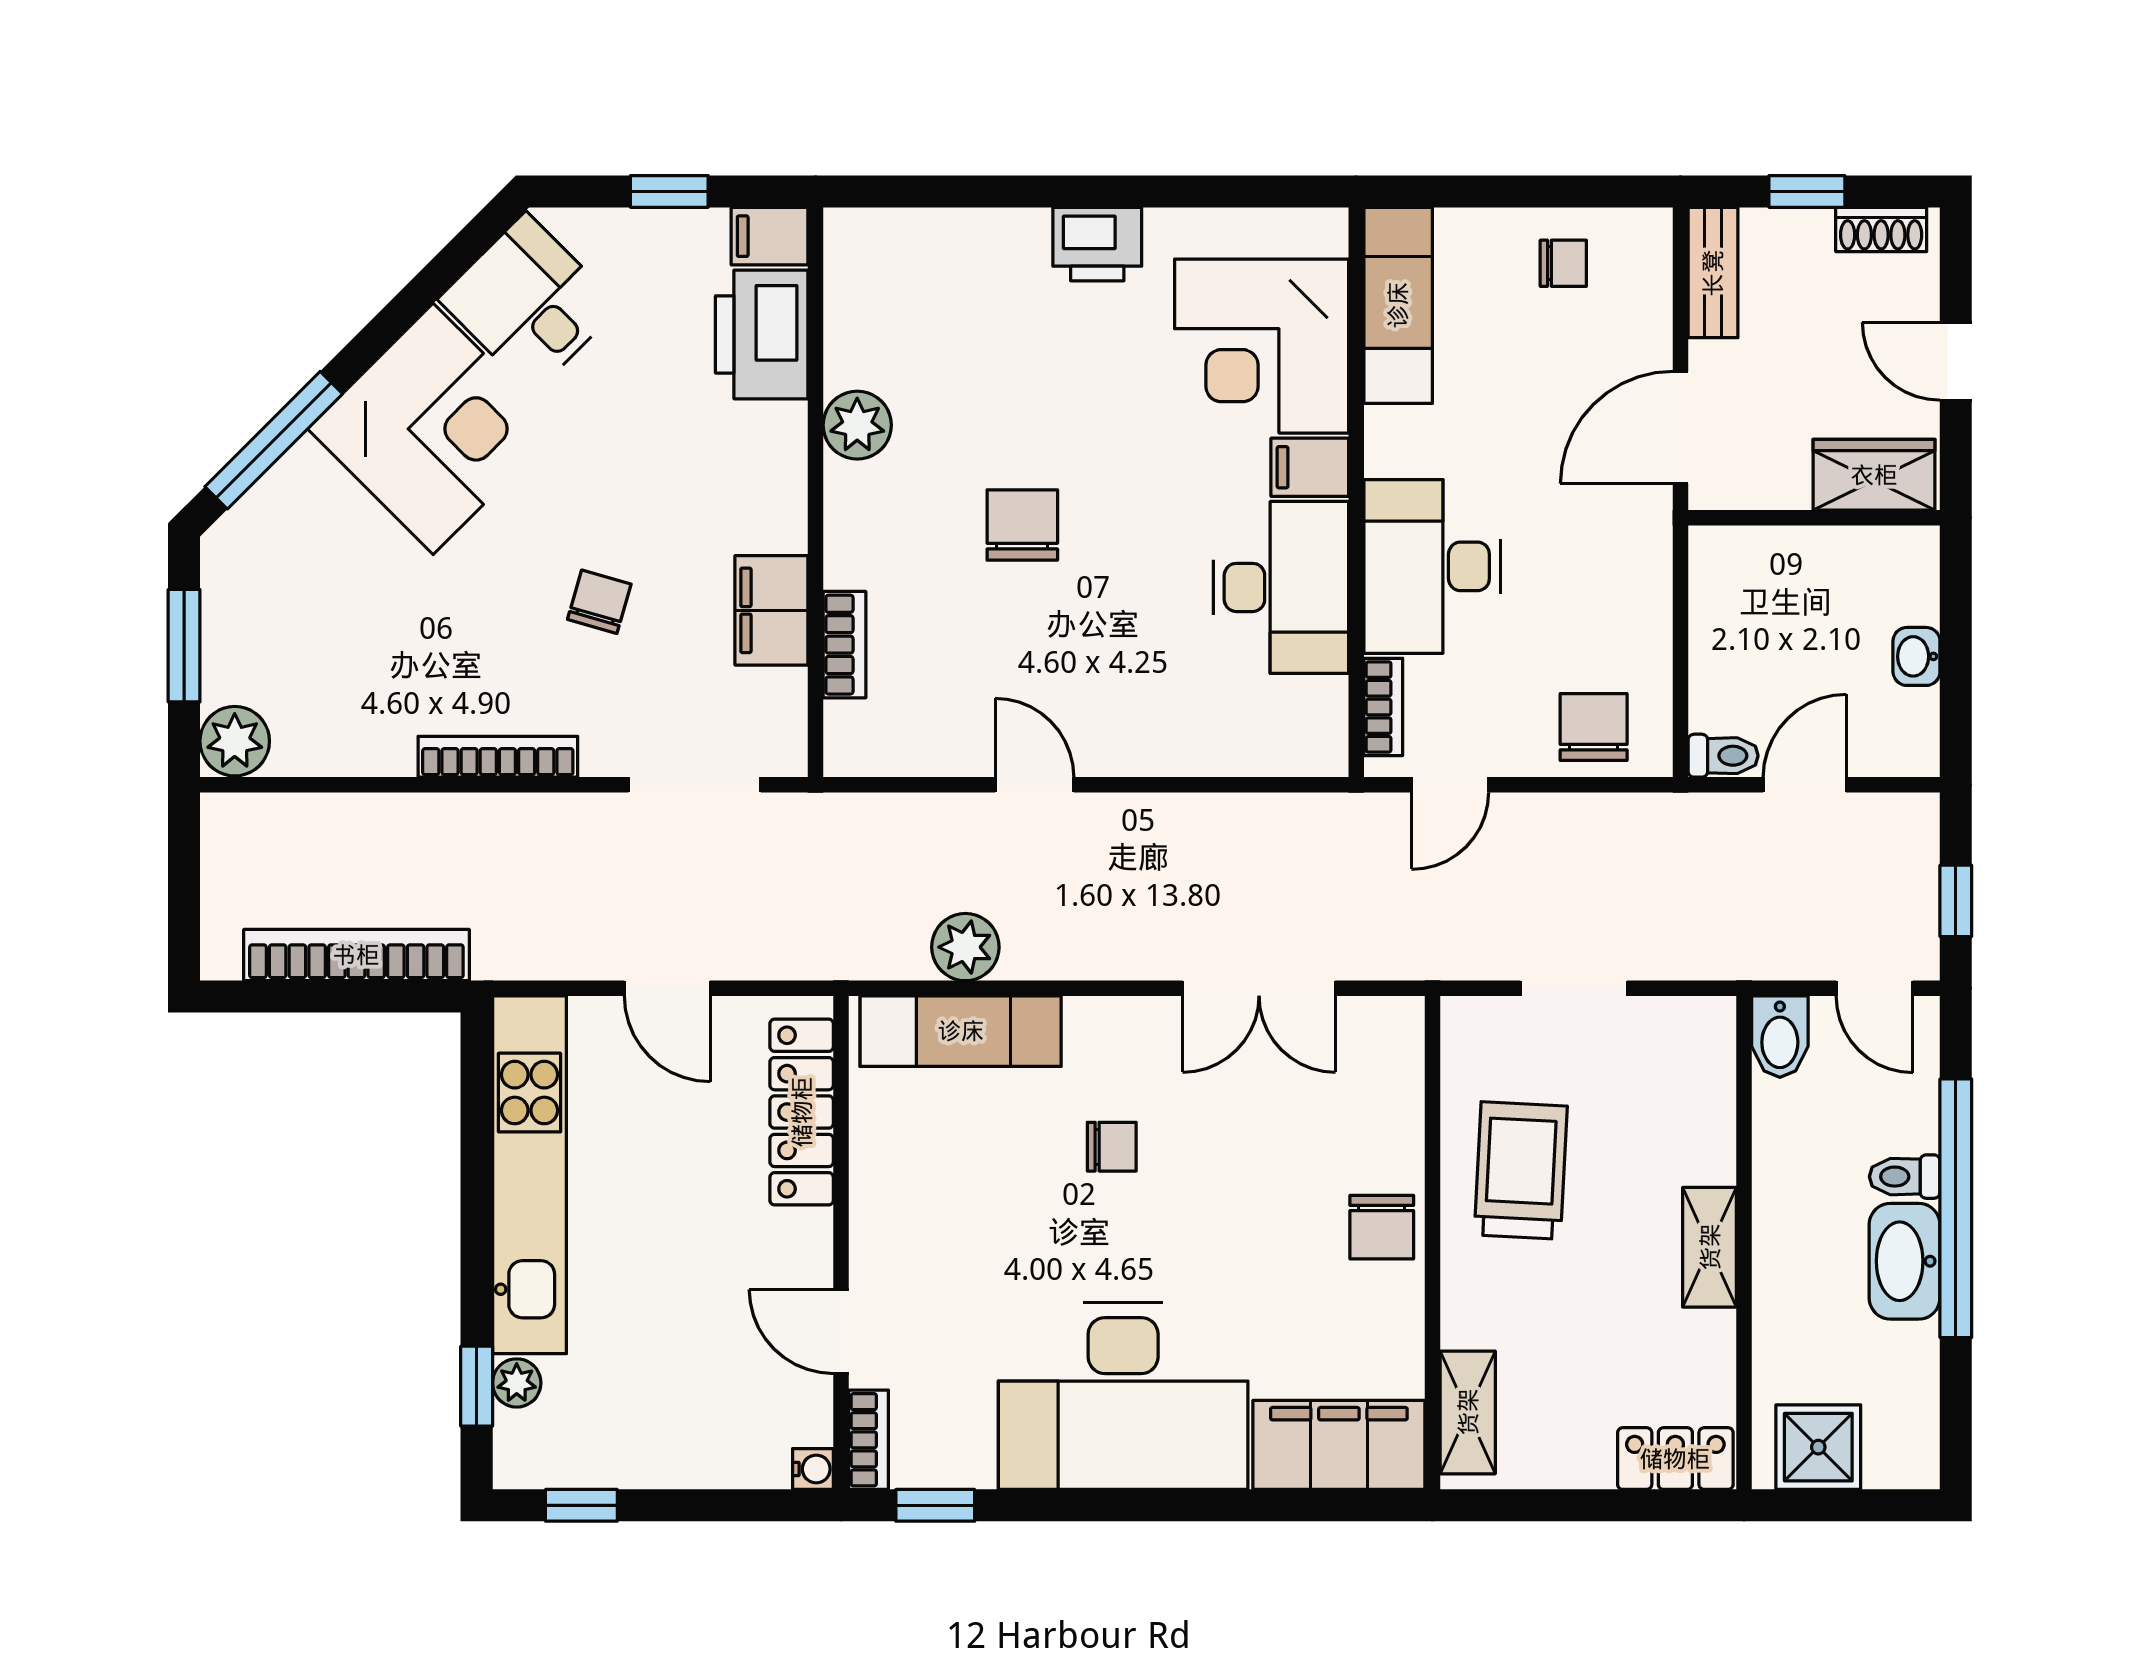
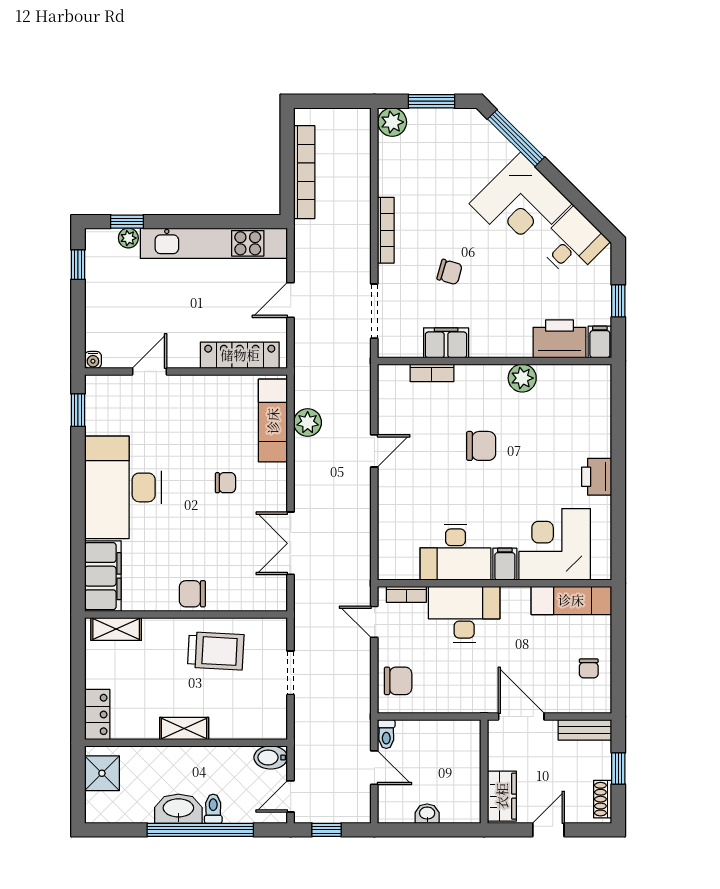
chair: (1112, 1147) -> (225, 483), turned -90
bookcase: (869, 1440) -> (105, 383), removed

